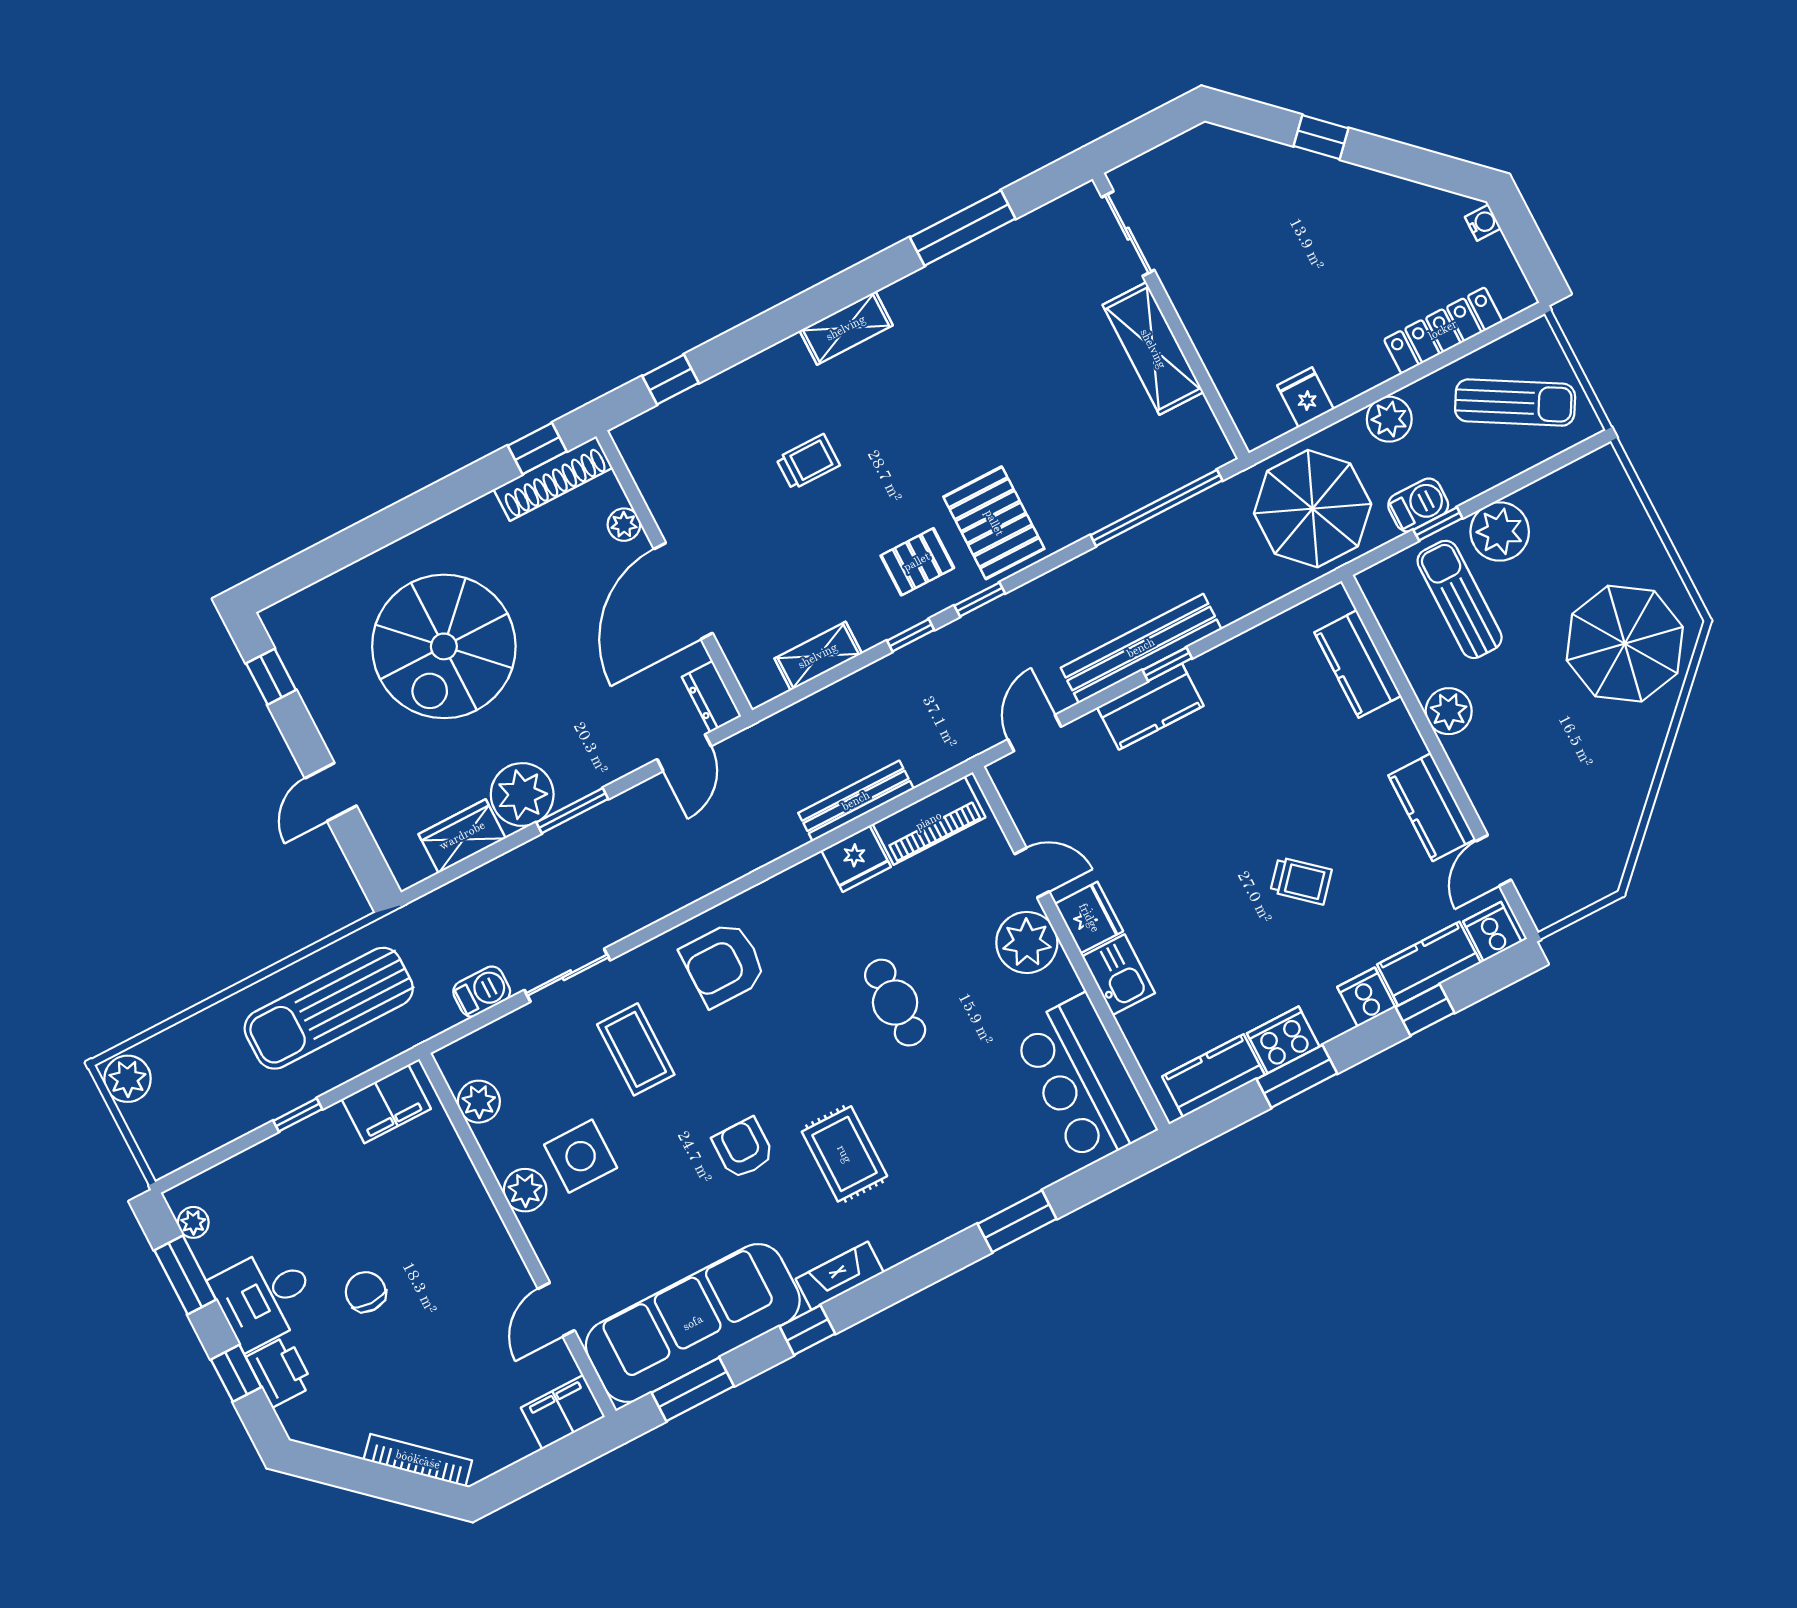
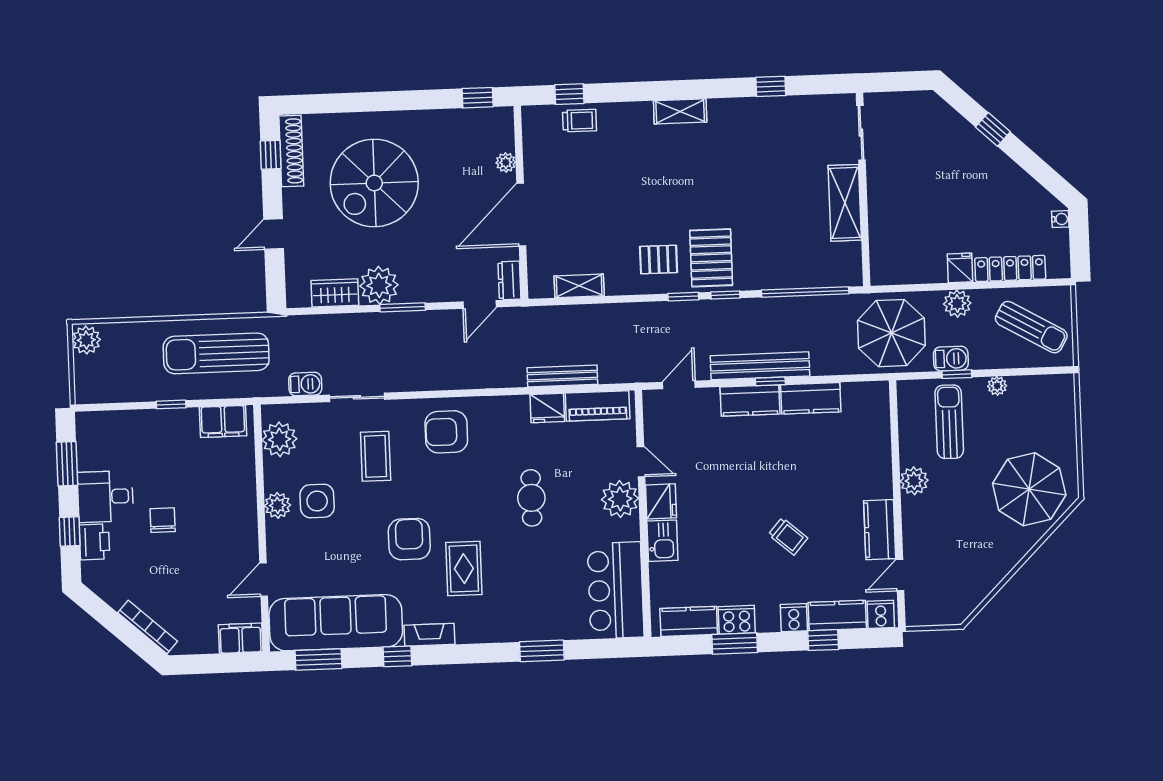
window: (963, 228) -> (771, 86), width x0.46
fridge: (1305, 397) -> (960, 268), moved
trolley: (808, 462) -> (580, 121), moved
shoe rack: (553, 479) -> (291, 151), moved, turned -90
plant: (1500, 532) -> (997, 386), width x0.53, depth x0.53
window: (911, 635) -> (725, 295), moved
kitchen counter: (1358, 664) -> (811, 398), moved, turned -90
plant: (479, 1102) -> (279, 439), width x1.36, depth x1.36
armchair: (743, 1148) -> (409, 539), width x1.38, depth x1.38
plant: (193, 1222) -> (85, 437), removed

